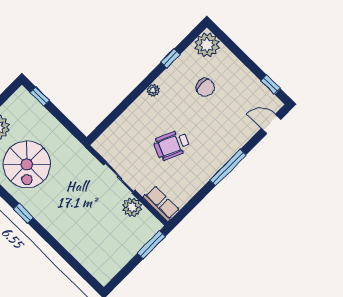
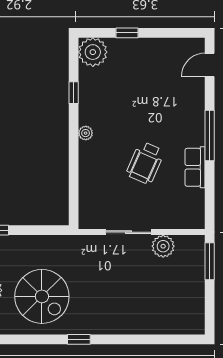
window: (271, 85) -> (127, 33), moved
chair: (205, 87) -> (126, 88), removed
row of seats: (161, 204) -> (195, 167), moved, turned -90

